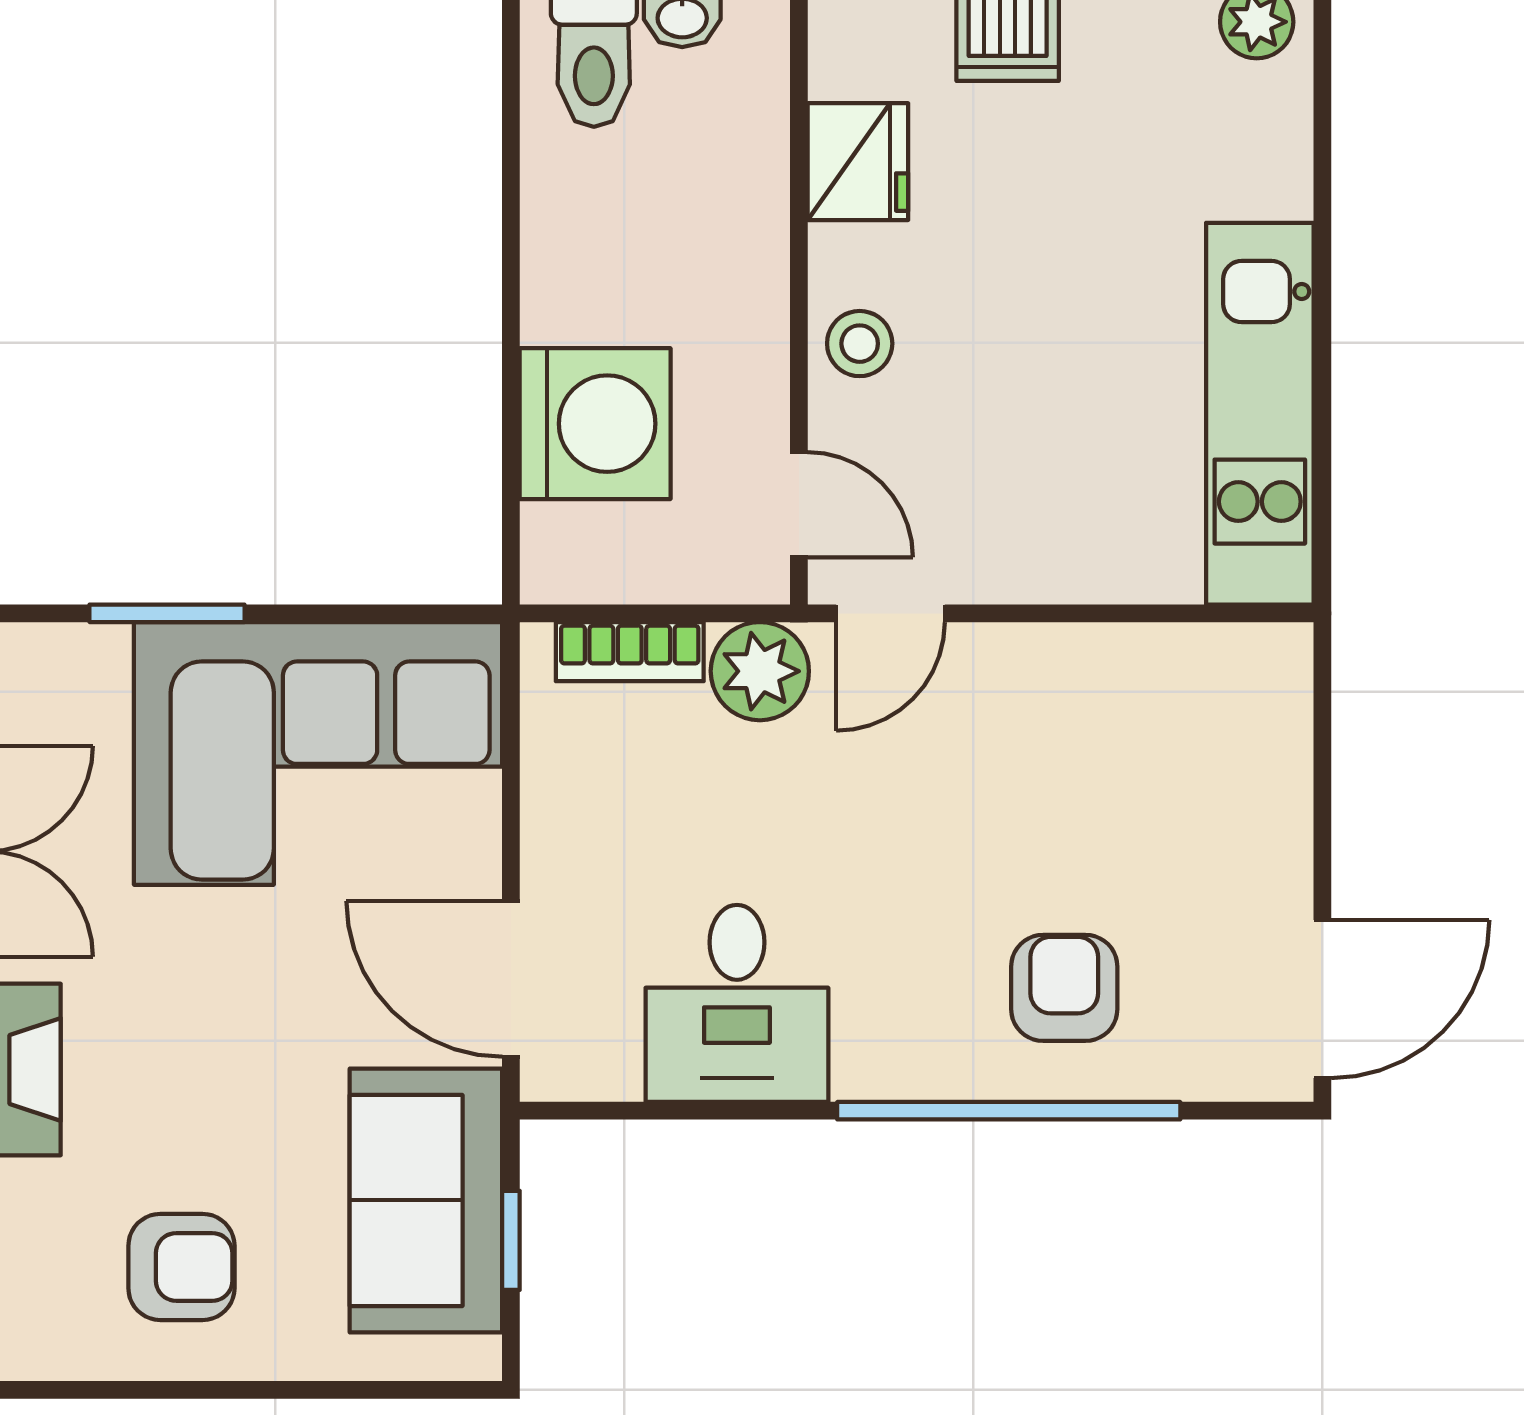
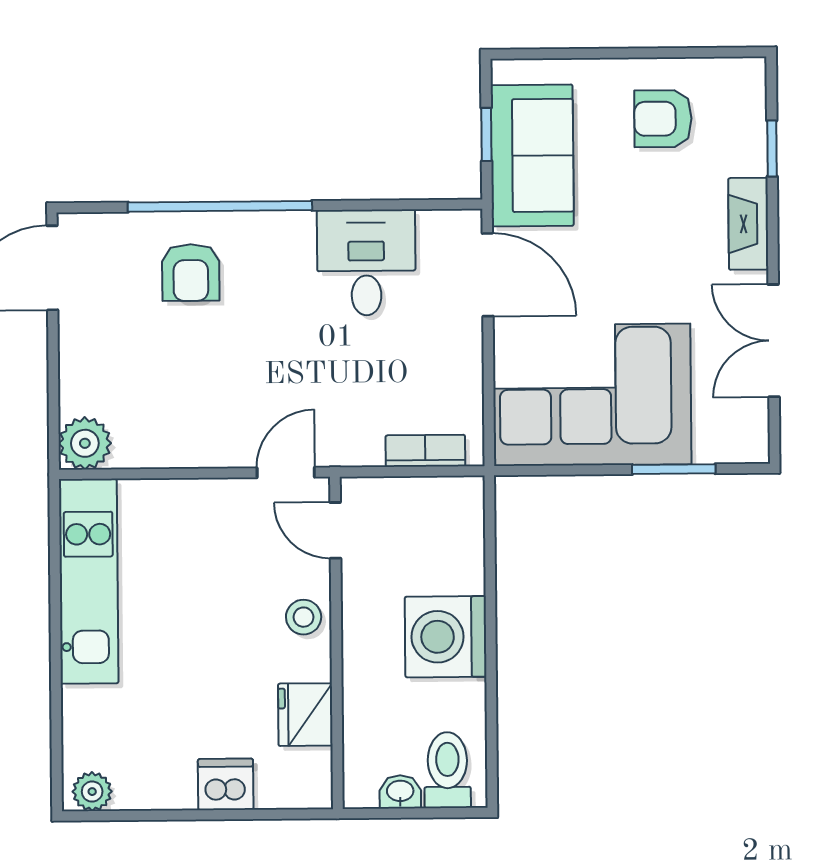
washing machine: (595, 424) -> (446, 637), moved
plant: (760, 671) -> (85, 443), moved

